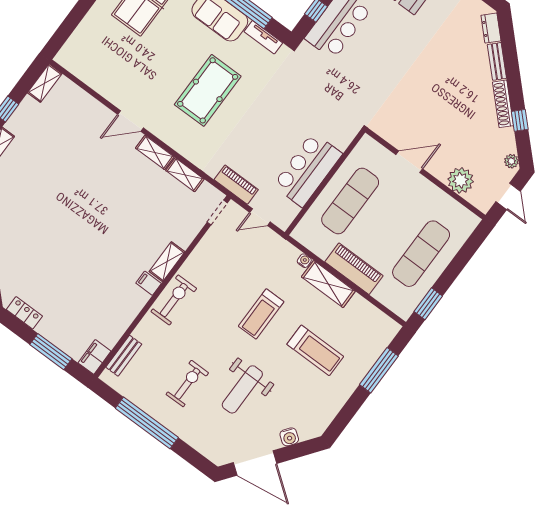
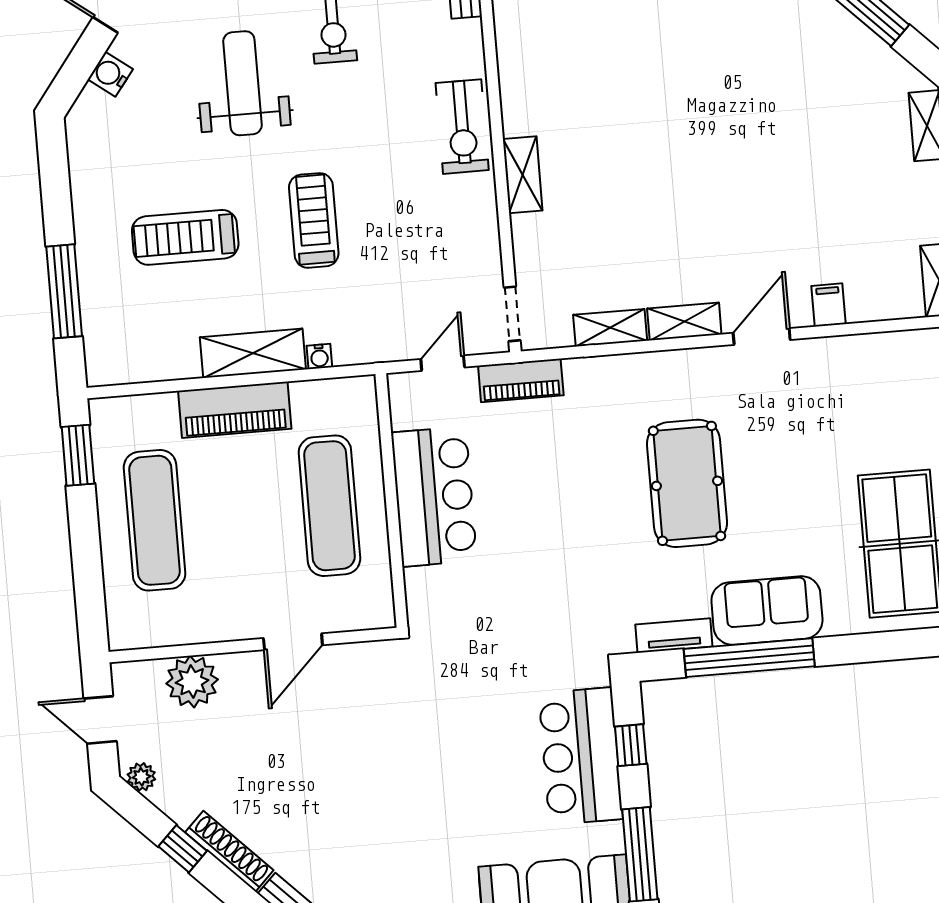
filing cabinet: (149, 283) -> (829, 305), moved, turned -90

